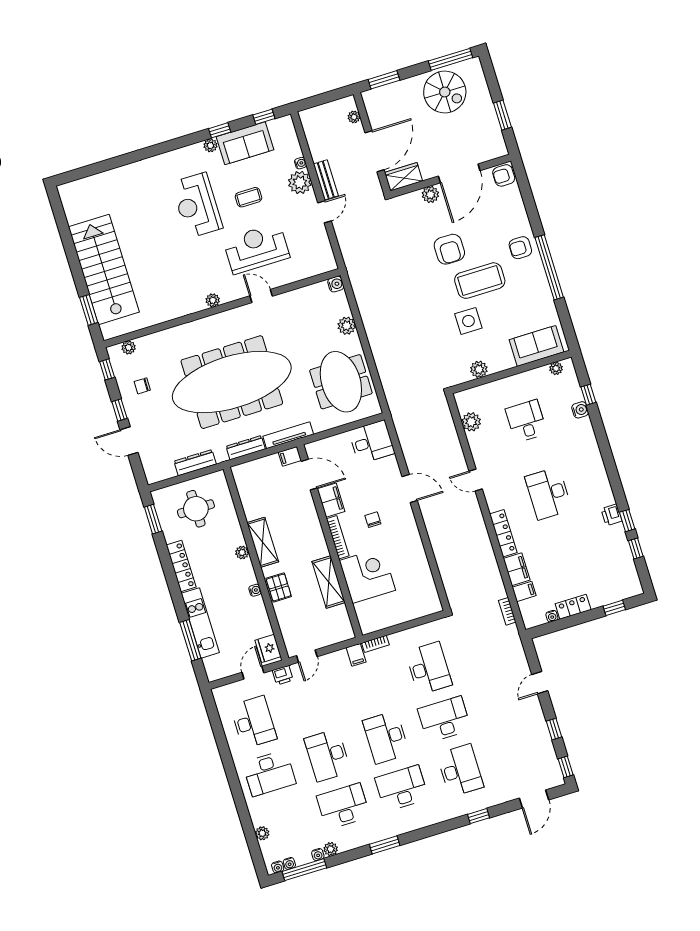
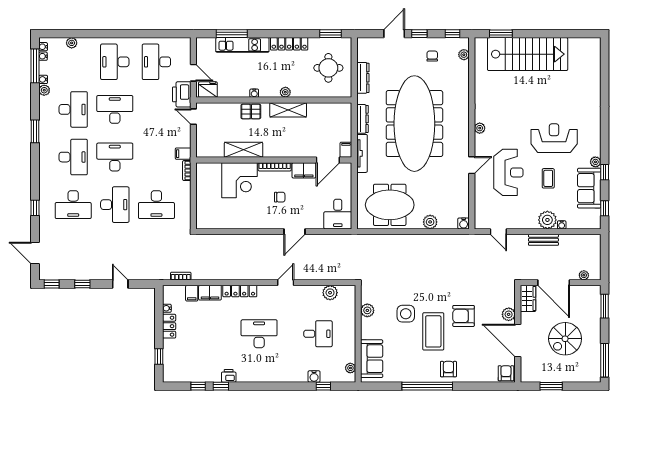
spiral stairs: (445, 92) -> (565, 339), moved
door: (325, 212) -> (498, 232), moved
printer: (283, 675) -> (182, 94), width x1.87, depth x1.48
desk: (253, 722) -> (156, 62), turned 90

